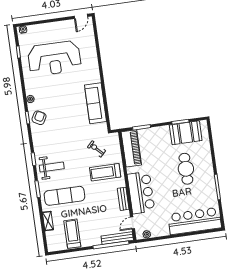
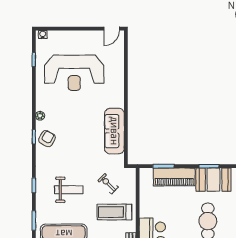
piano: (131, 148) -> (174, 177), moved, turned 90
weight bench: (52, 167) -> (69, 190), moved

